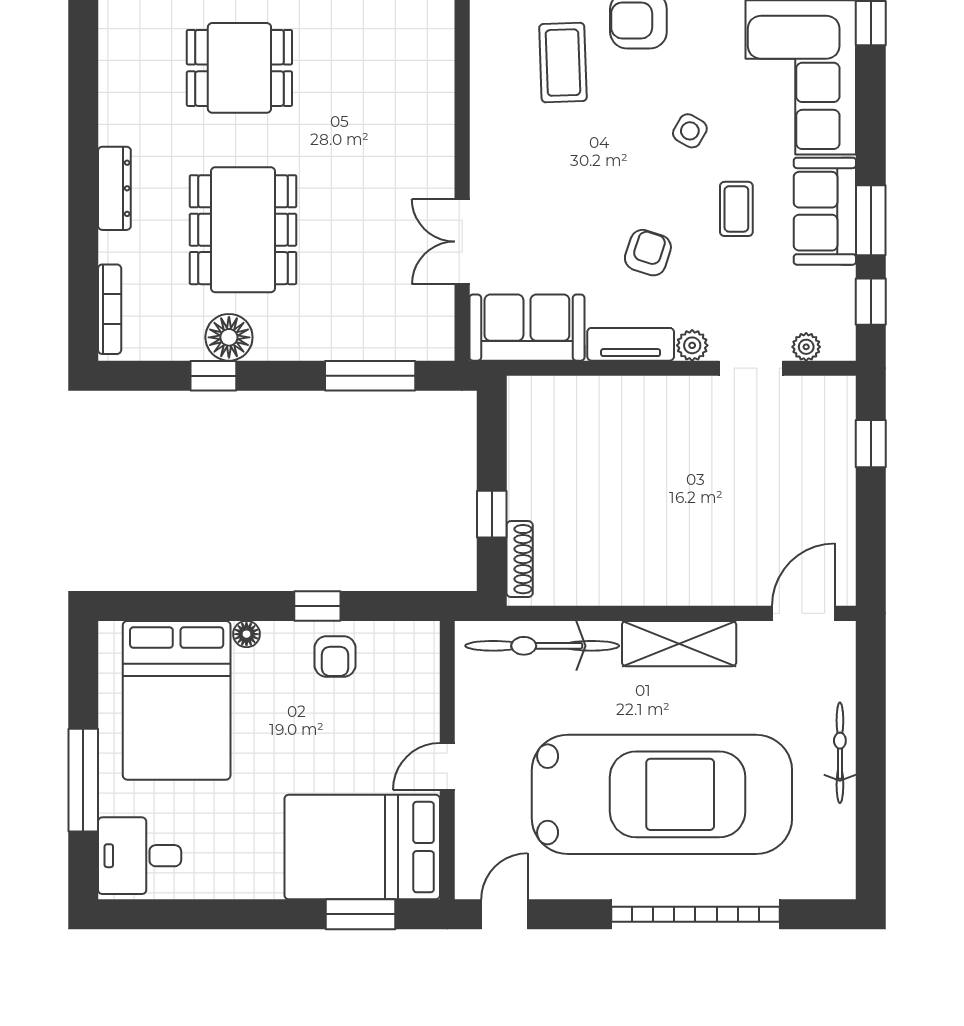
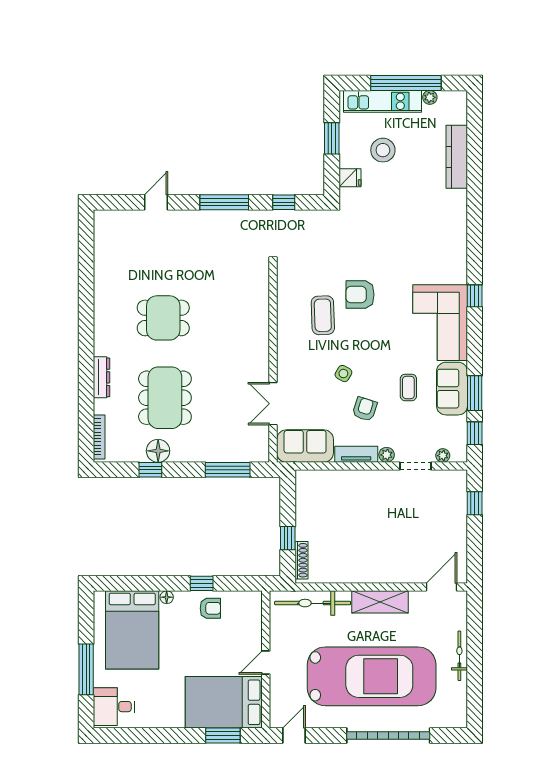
side table: (690, 131) -> (343, 374), moved
armchair: (335, 657) -> (210, 608), turned -90

